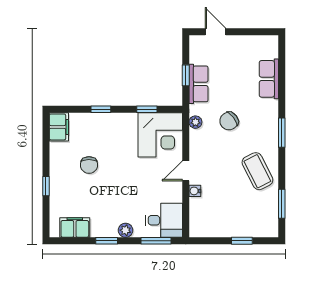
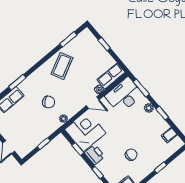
row of seats: (199, 84) -> (111, 76), moved
printer: (124, 123) -> (94, 155), added
window: (282, 133) -> (17, 82), moved
desk: (164, 220) -> (124, 95), width x1.37
filing cabinet: (75, 227) -> (169, 135), width x0.50

